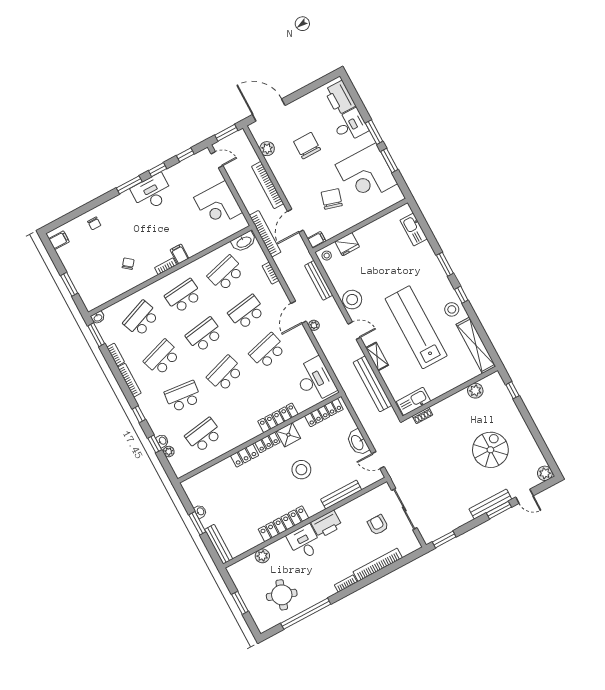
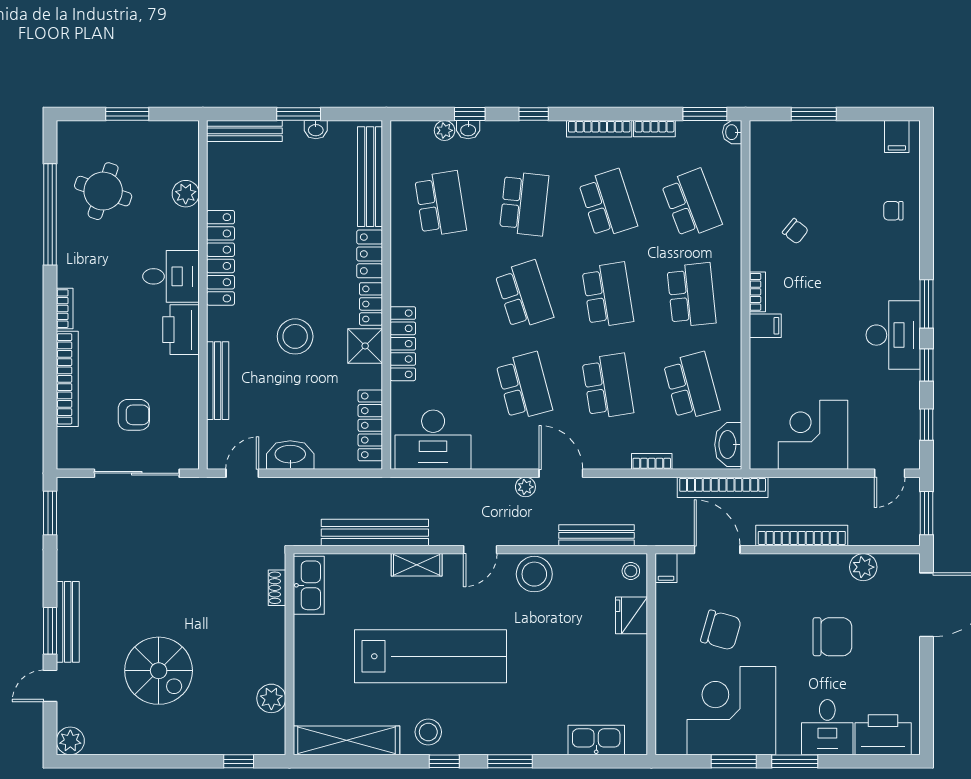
bench: (209, 475) -> (370, 177), added

